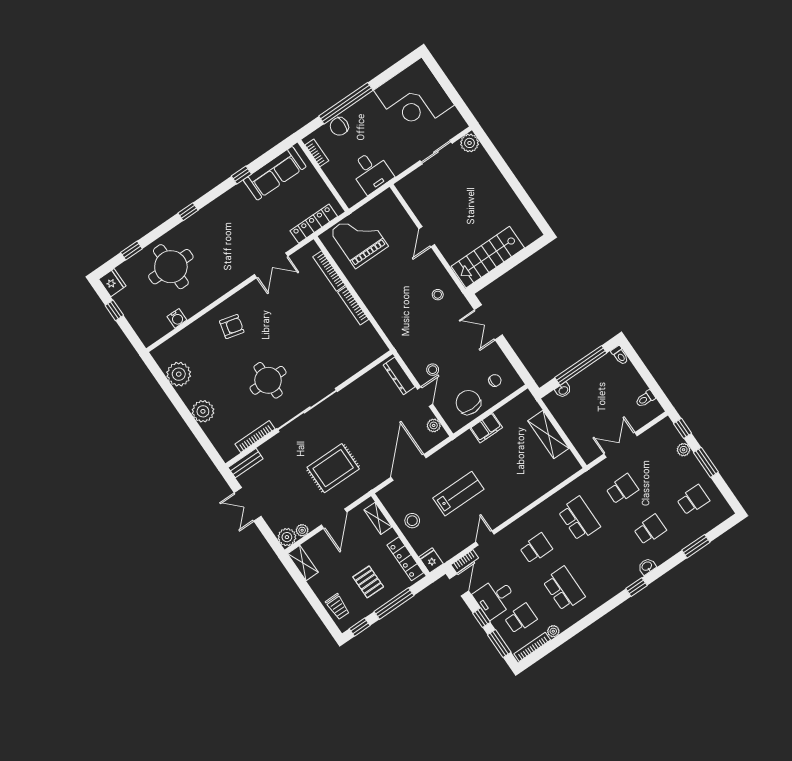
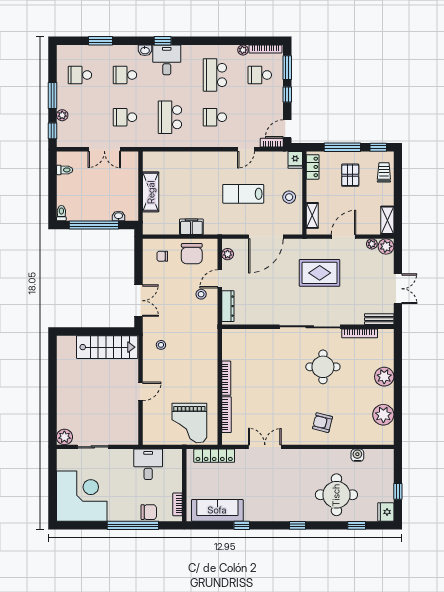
locker: (405, 559) -> (313, 167), width x0.66
desk: (495, 598) -> (167, 60), moved, turned -90

